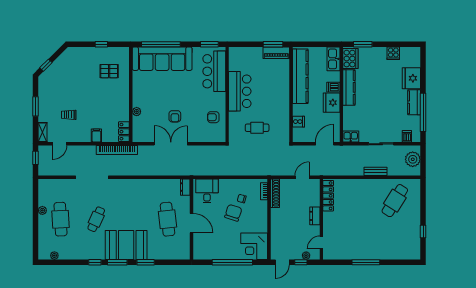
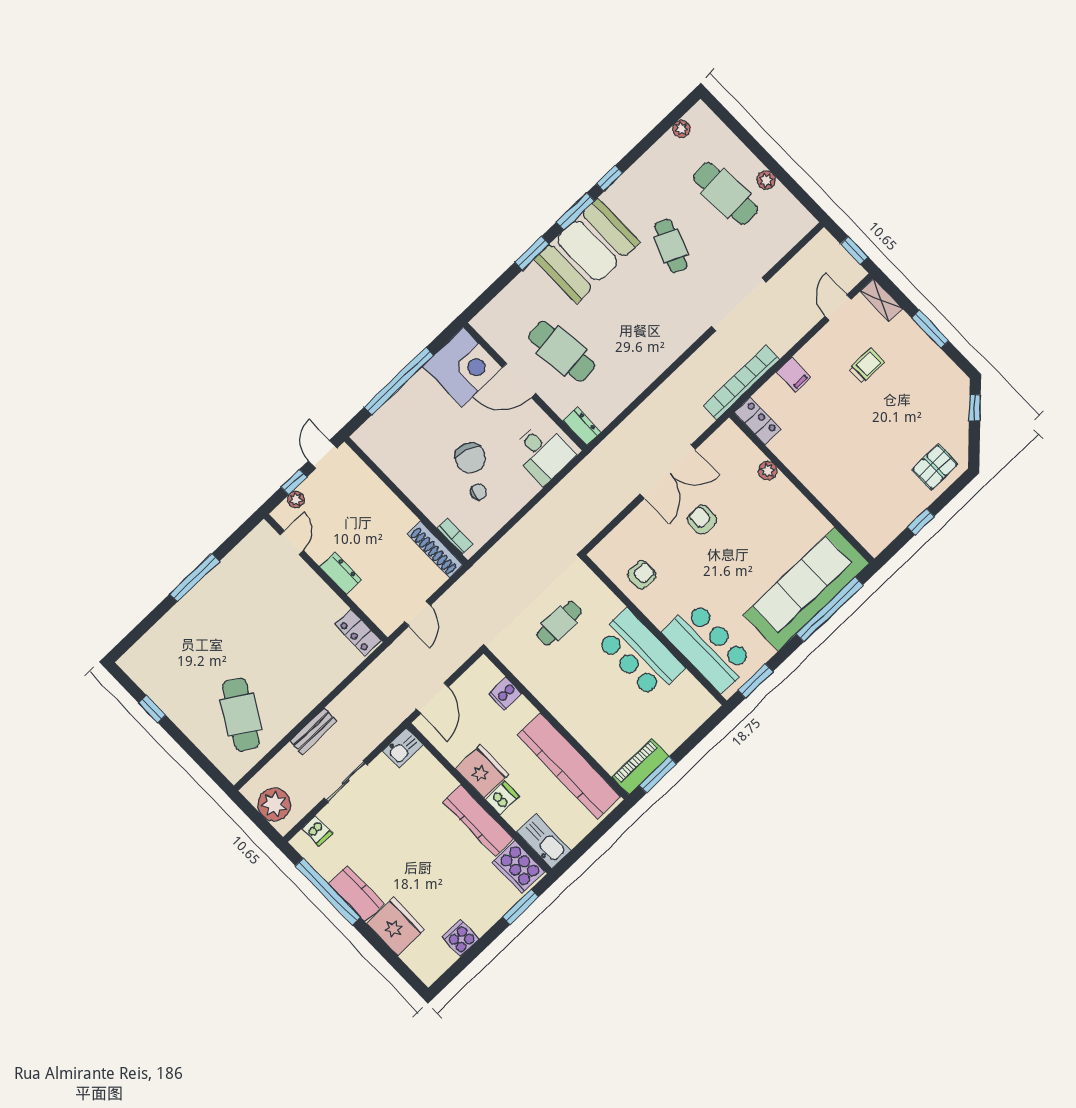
pallet: (109, 71) -> (935, 467), moved
locker: (328, 196) -> (358, 632), width x0.66
corner desk: (254, 246) -> (462, 367), moved, turned 90

